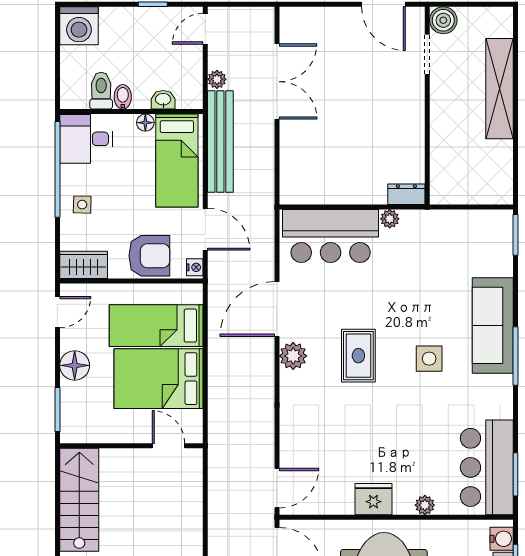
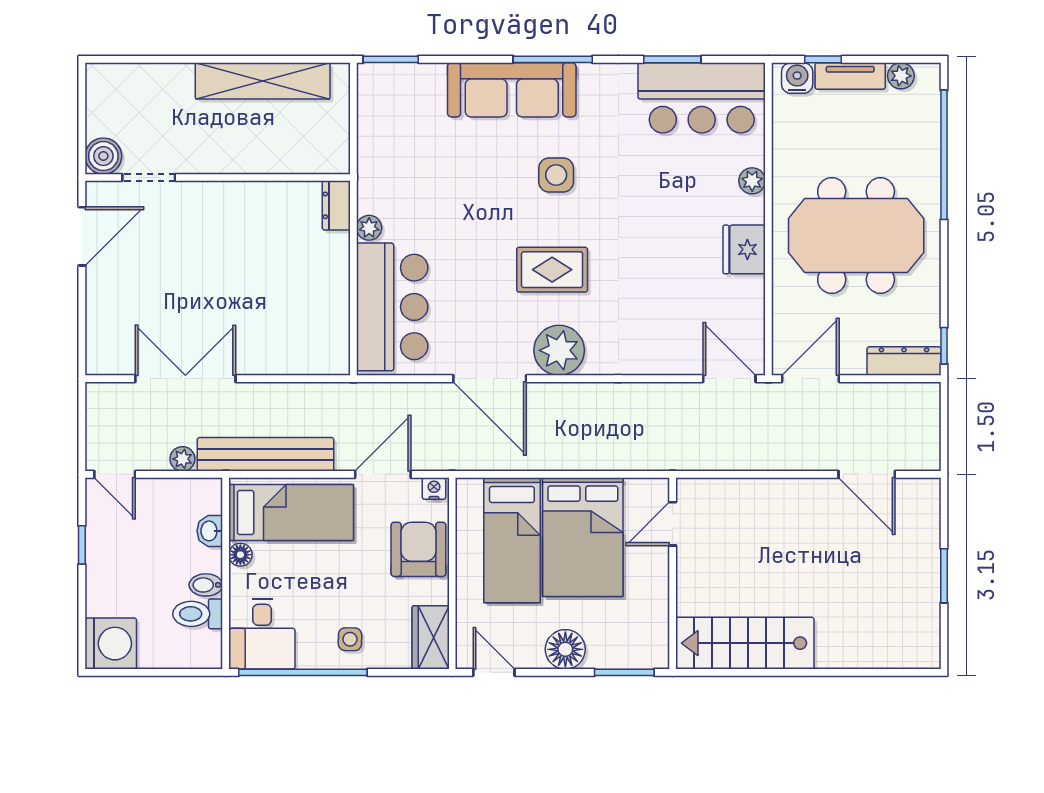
shelving: (499, 89) -> (263, 81), moved
plant: (293, 356) -> (559, 350), width x1.36, depth x1.36
window: (516, 474) -> (672, 59), moved

